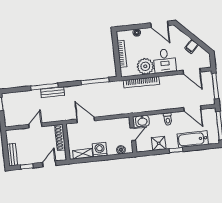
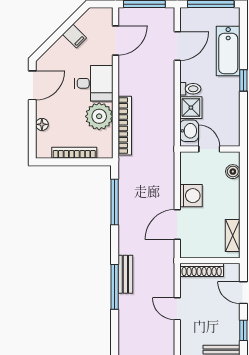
shower: (159, 143) -> (191, 108), moved
washing machine: (100, 150) -> (191, 196), moved, turned 180

